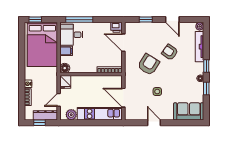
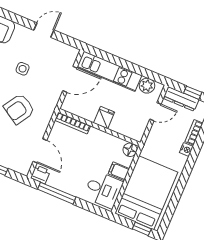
window: (79, 20) -> (57, 193), moved
fridge: (65, 82) -> (104, 118), moved
door: (123, 98) -> (70, 79), hinge flipped
door: (154, 123) -> (44, 30), swing flipped

